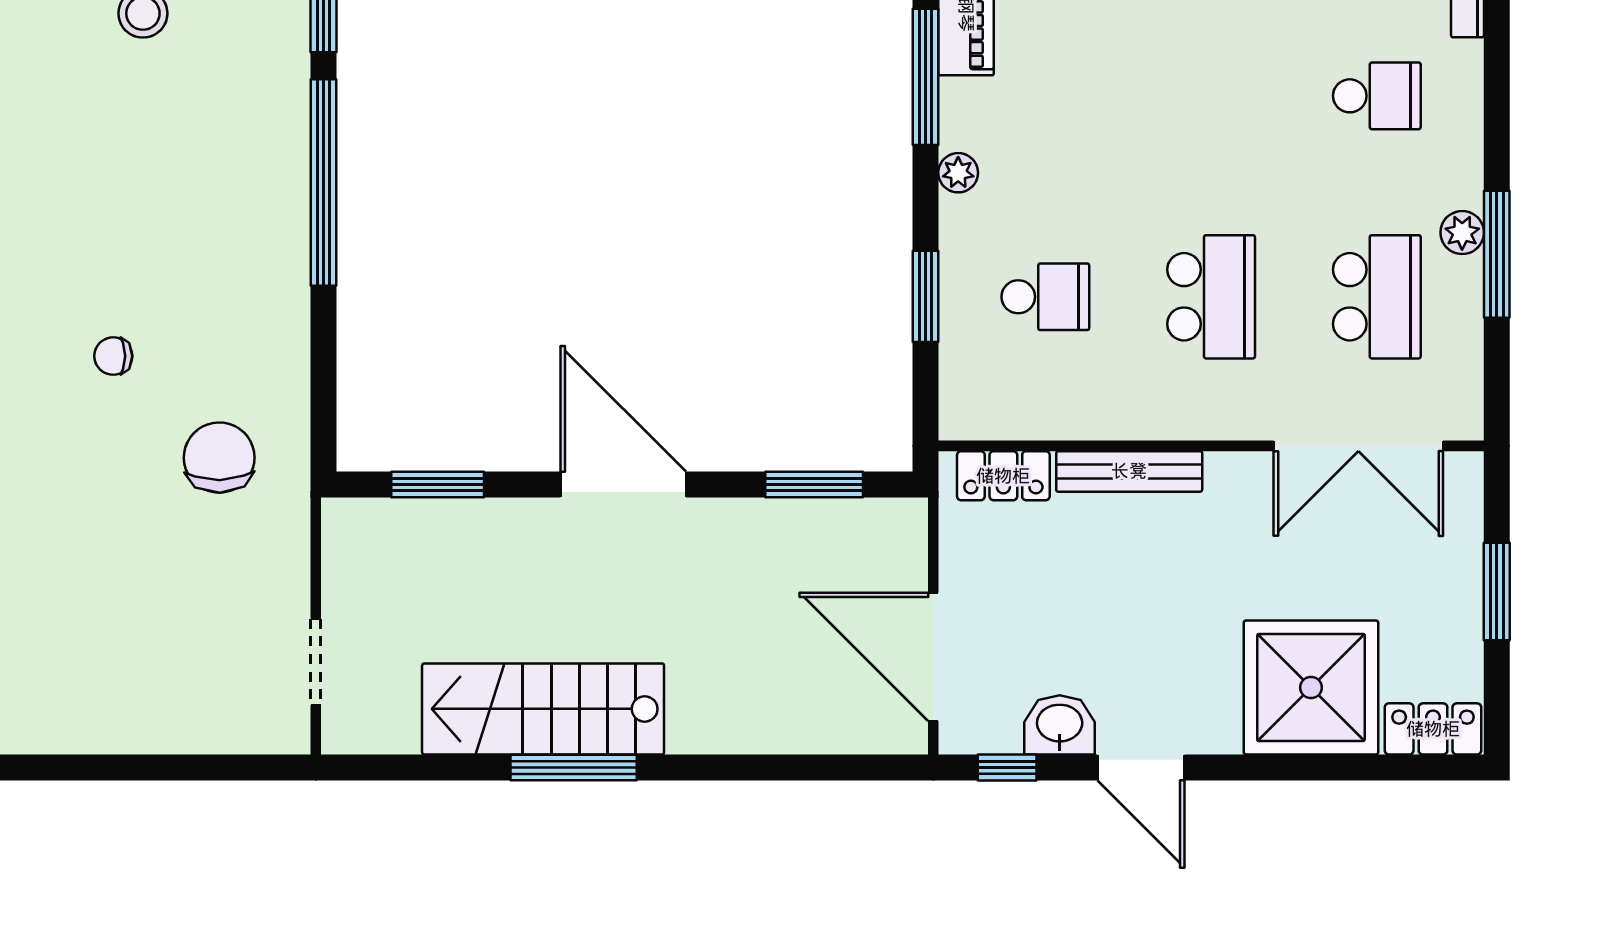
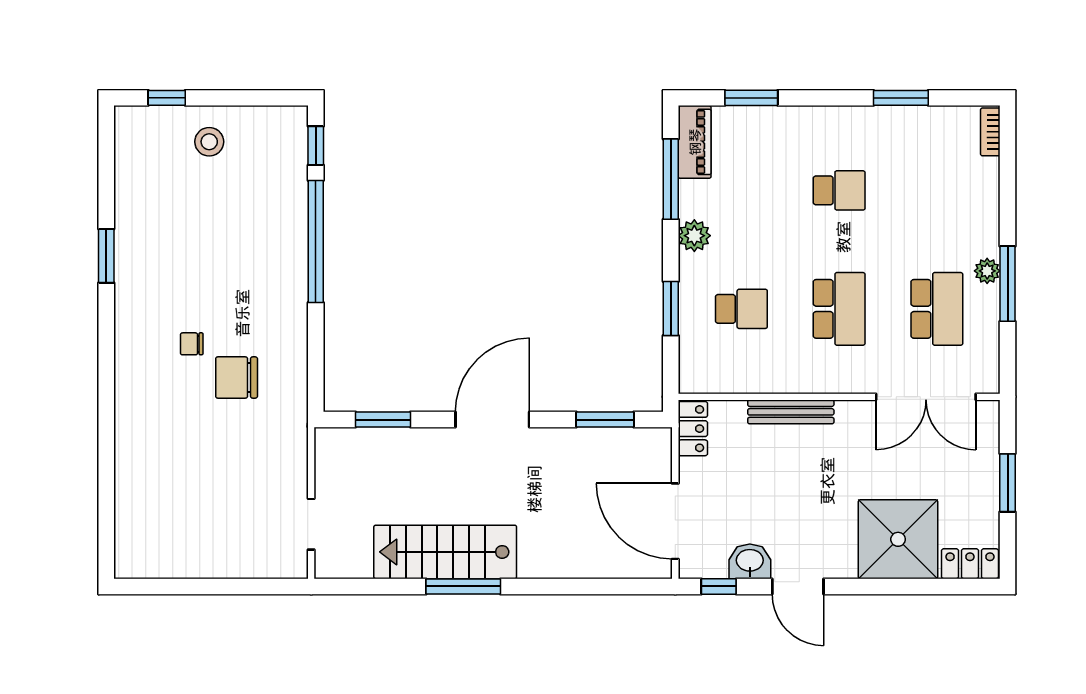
school desk: (1377, 96) -> (839, 190), moved
plant: (958, 173) -> (694, 236), width x1.38, depth x1.38
chair: (219, 458) -> (237, 378), moved, turned -89
locker: (1003, 476) -> (693, 429), moved, turned -90
door: (623, 484) -> (492, 420), hinge flipped

